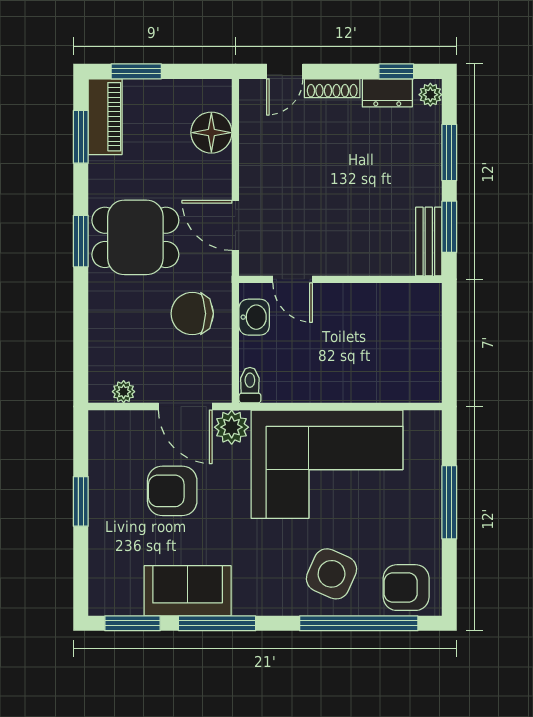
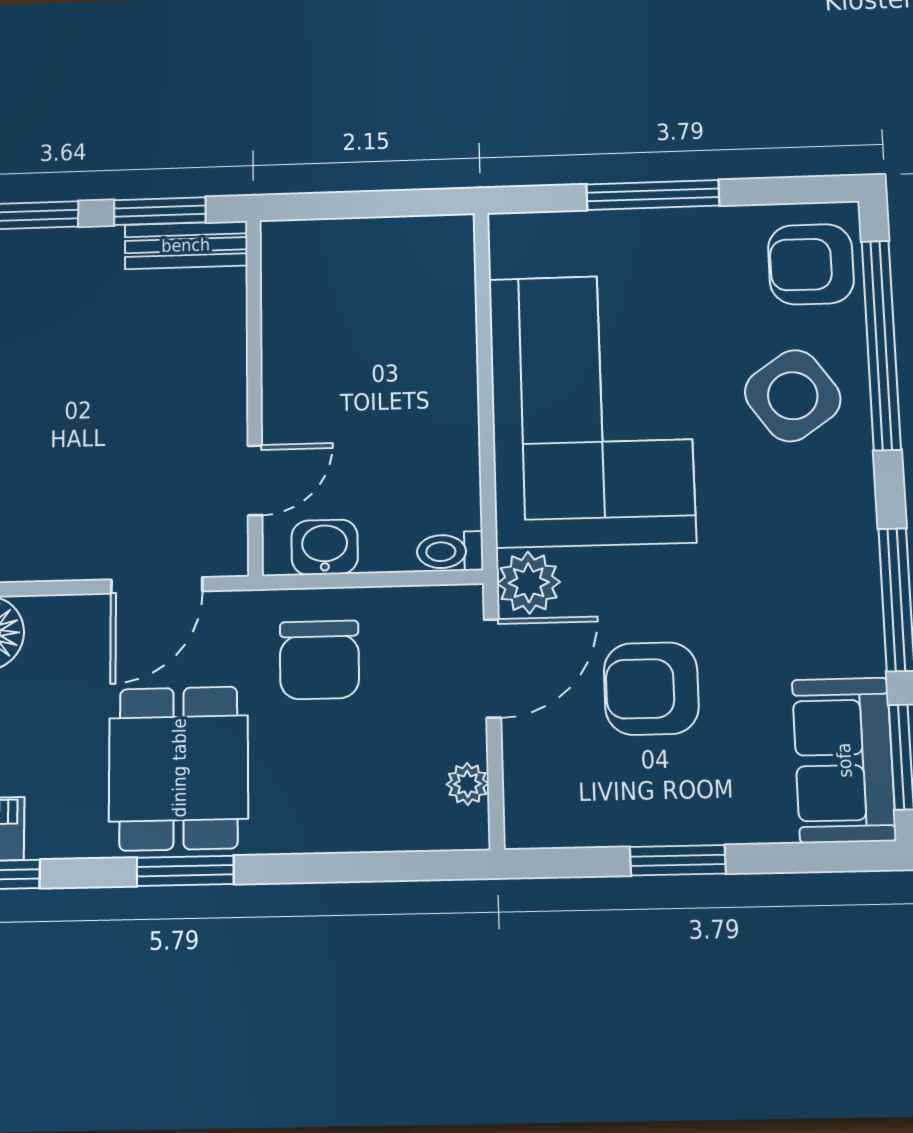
armchair: (172, 491) -> (651, 689), turned 90
side table: (332, 574) -> (793, 396), turned 31
armchair: (406, 588) -> (811, 264), turned 90
sofa: (188, 591) -> (844, 760), moved

